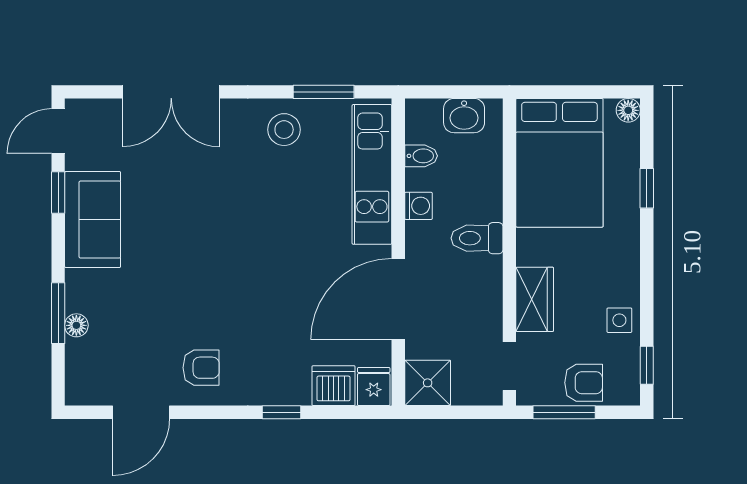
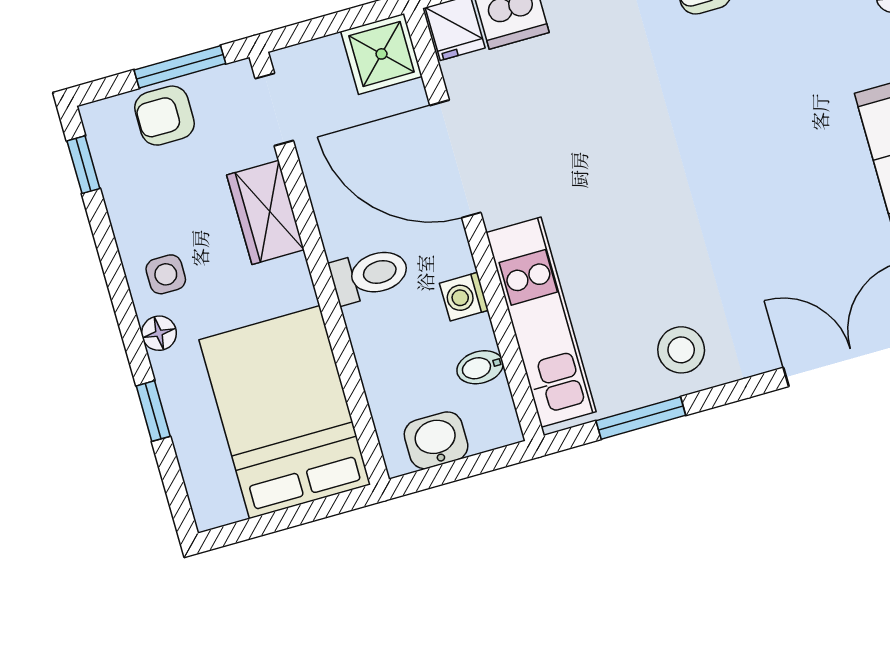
floor lamp: (628, 110) -> (159, 333), moved
door: (398, 299) -> (455, 159), swing flipped
side table: (619, 320) -> (166, 274), moved

